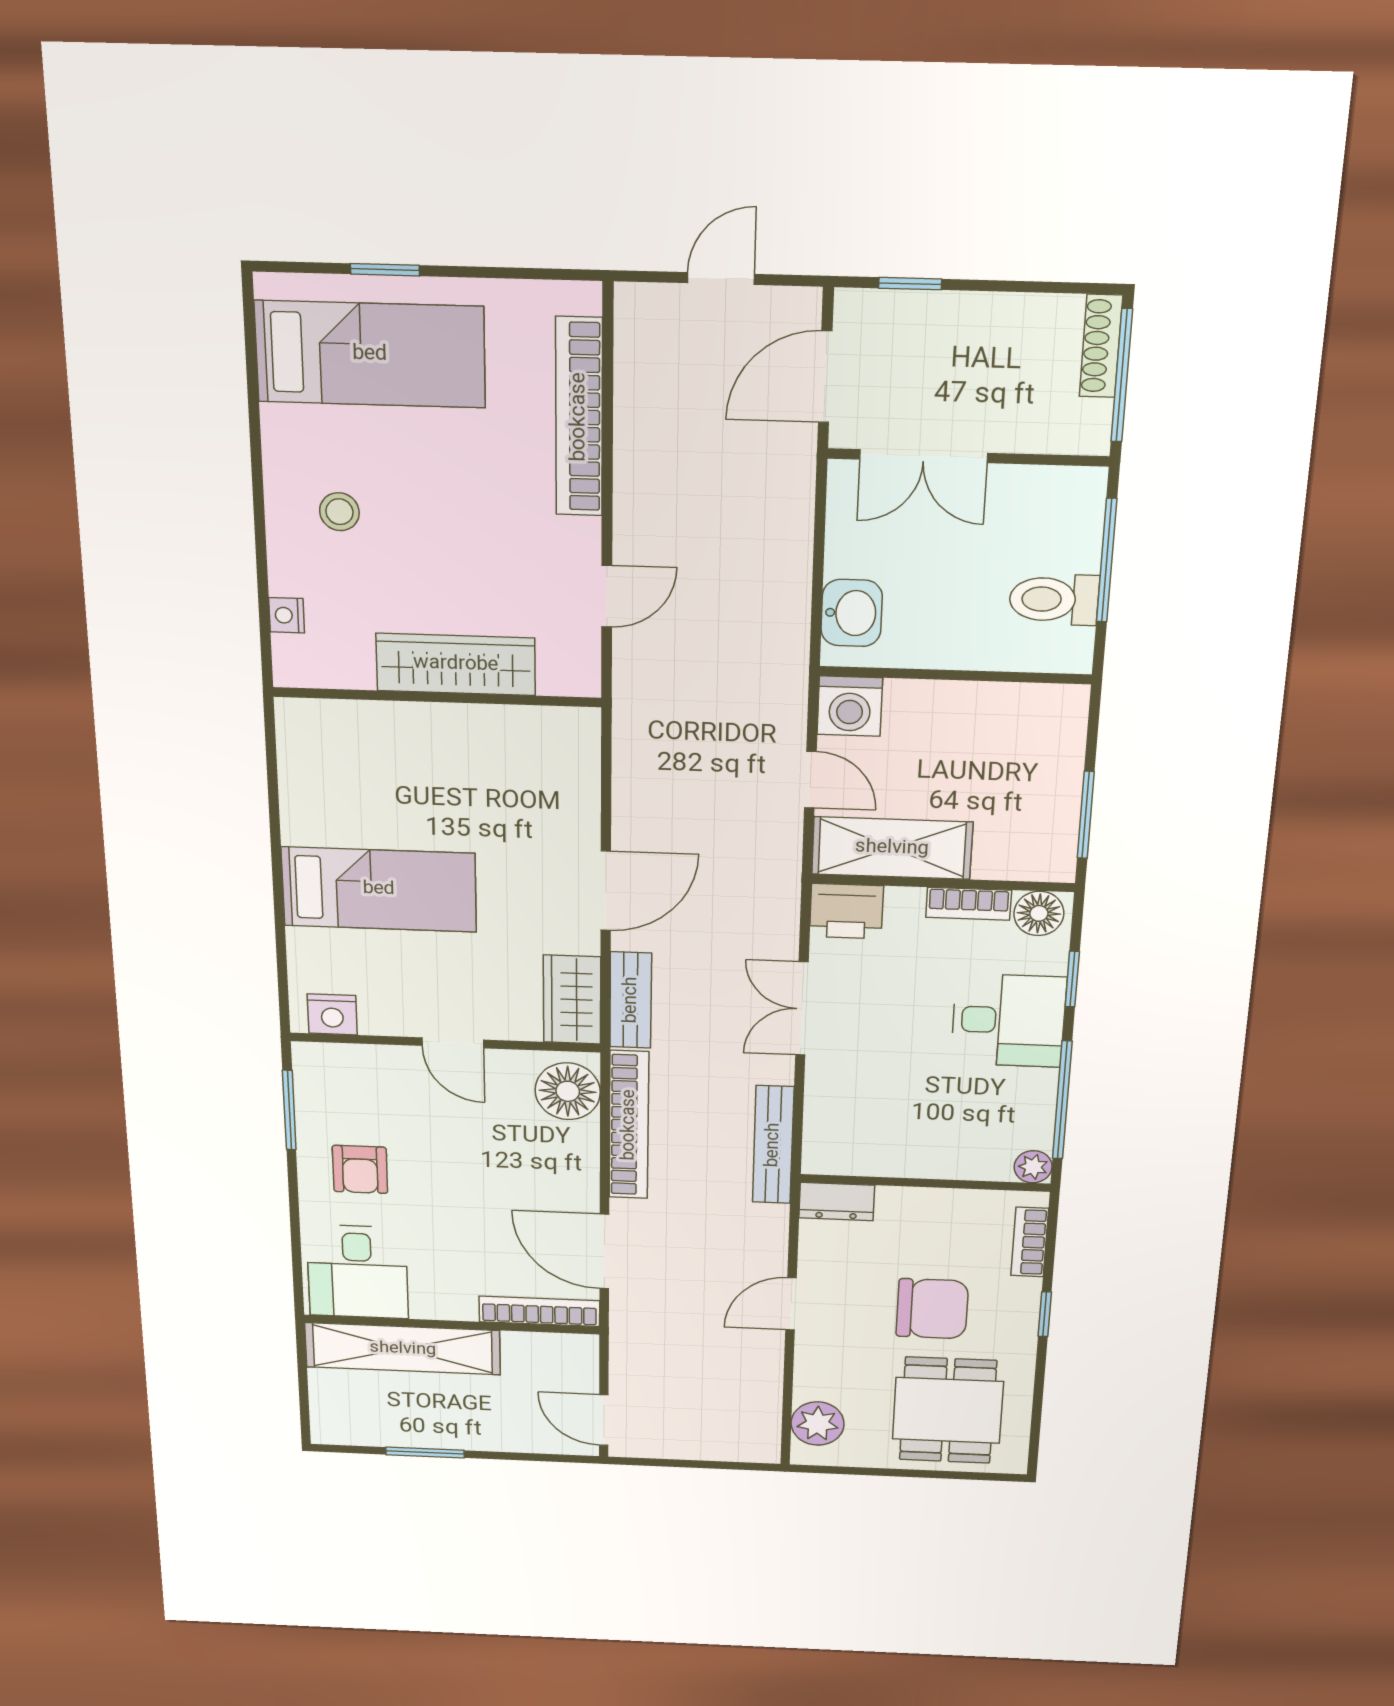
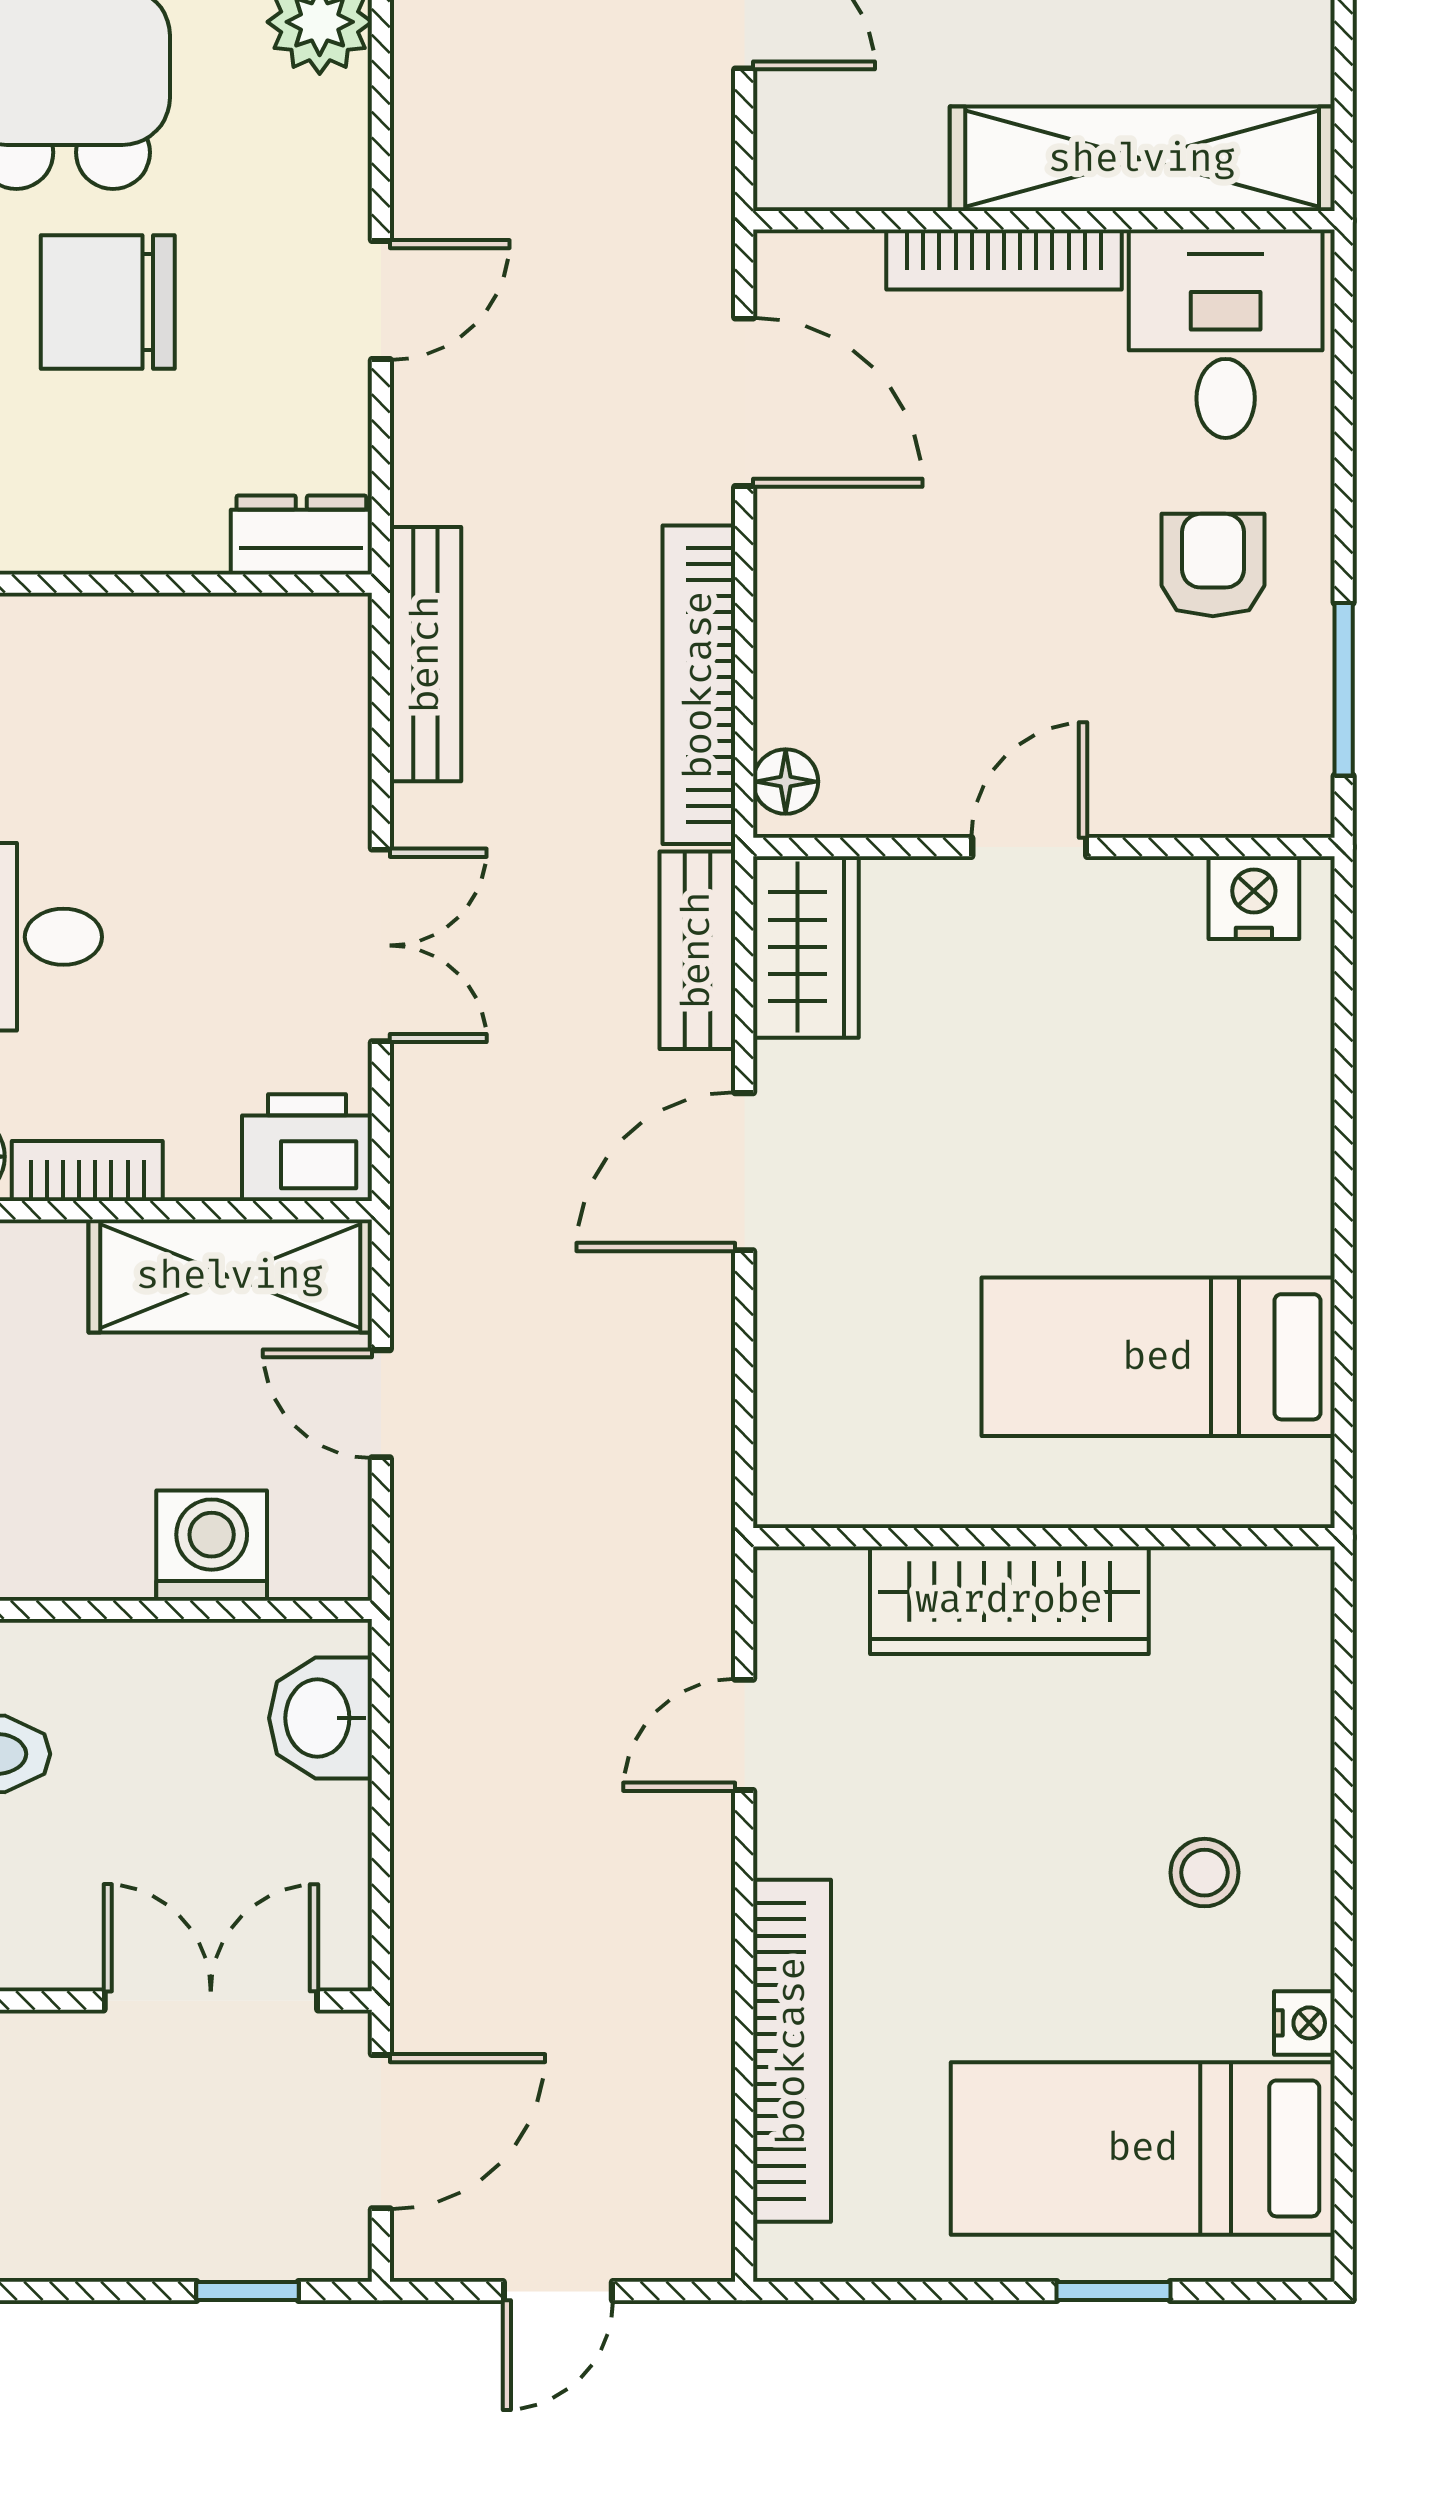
nightstand: (287, 615) -> (1304, 2023), moved
washing machine: (850, 706) -> (212, 1546), moved
bed: (379, 889) -> (1158, 1357), moved
door: (453, 1043) -> (1029, 847), hinge flipped
floor lamp: (568, 1091) -> (786, 782), width x0.53, depth x0.53
bookcase: (539, 1311) -> (1004, 260), moved

